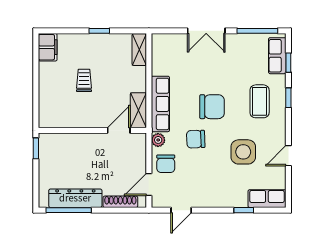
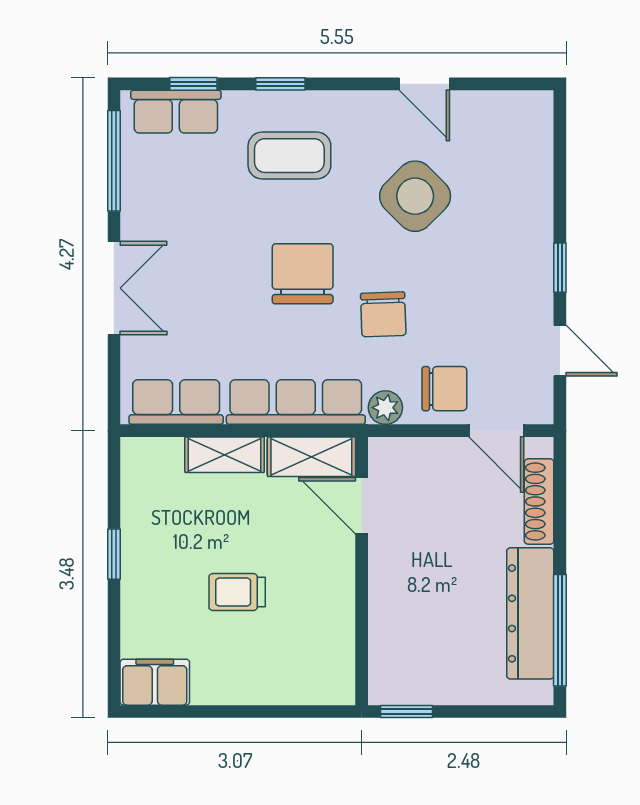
shelving: (139, 50) -> (225, 455), moved
side table: (243, 152) -> (415, 196), turned 45
row of seats: (267, 199) -> (176, 402), moved, turned 90
window: (244, 210) -> (560, 268), moved

